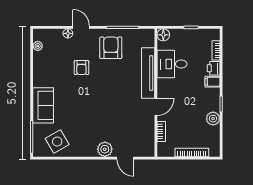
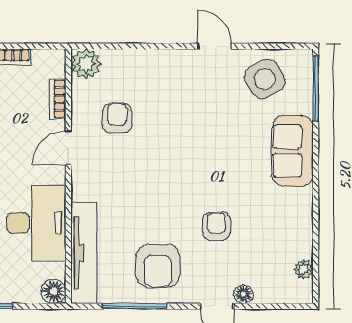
desk: (172, 64) -> (36, 223), width x1.37
tv unit: (148, 73) -> (84, 253), moved
armchair: (131, 122) -> (117, 118), added
plant: (105, 149) -> (86, 64), moved
door: (125, 158) -> (215, 46), moved

